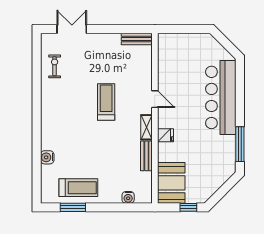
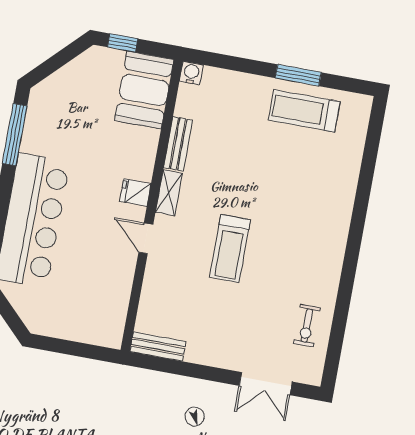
fridge: (165, 135) -> (135, 193), moved
water cooler: (47, 157) -> (348, 172), removed
water cooler: (128, 197) -> (191, 73), moved
window: (73, 207) -> (298, 75), moved

